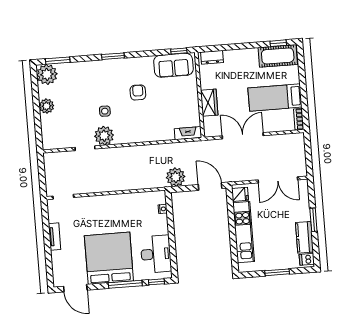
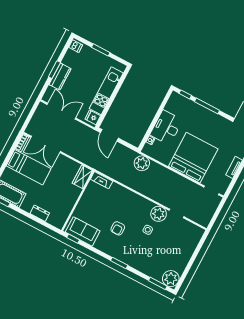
dresser: (212, 57) -> (40, 213), moved
wardrobe: (209, 103) -> (82, 177), moved
plant: (47, 106) -> (184, 258), removed
double door: (243, 136) -> (46, 144), moved
plant: (176, 177) -> (142, 163), moved
kitchen counter: (304, 237) -> (60, 77), moved
desk: (156, 254) -> (166, 127), moved
bed: (109, 258) -> (193, 158), moved, turned 180

